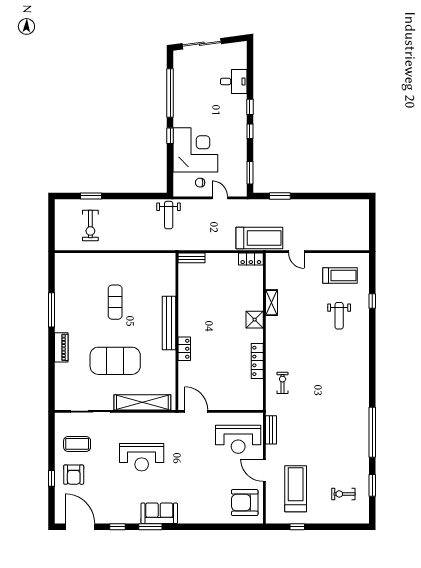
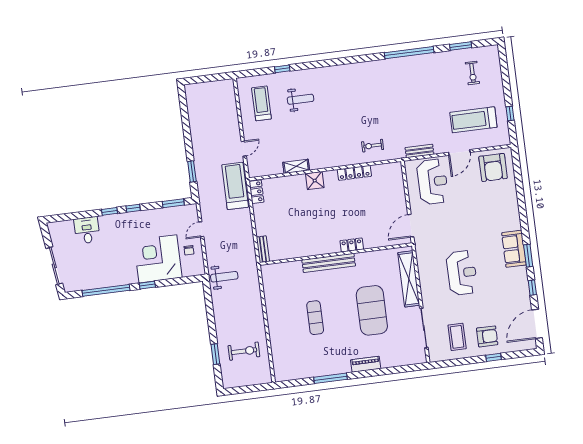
exercise mat: (115, 302) -> (315, 318), turned 90

